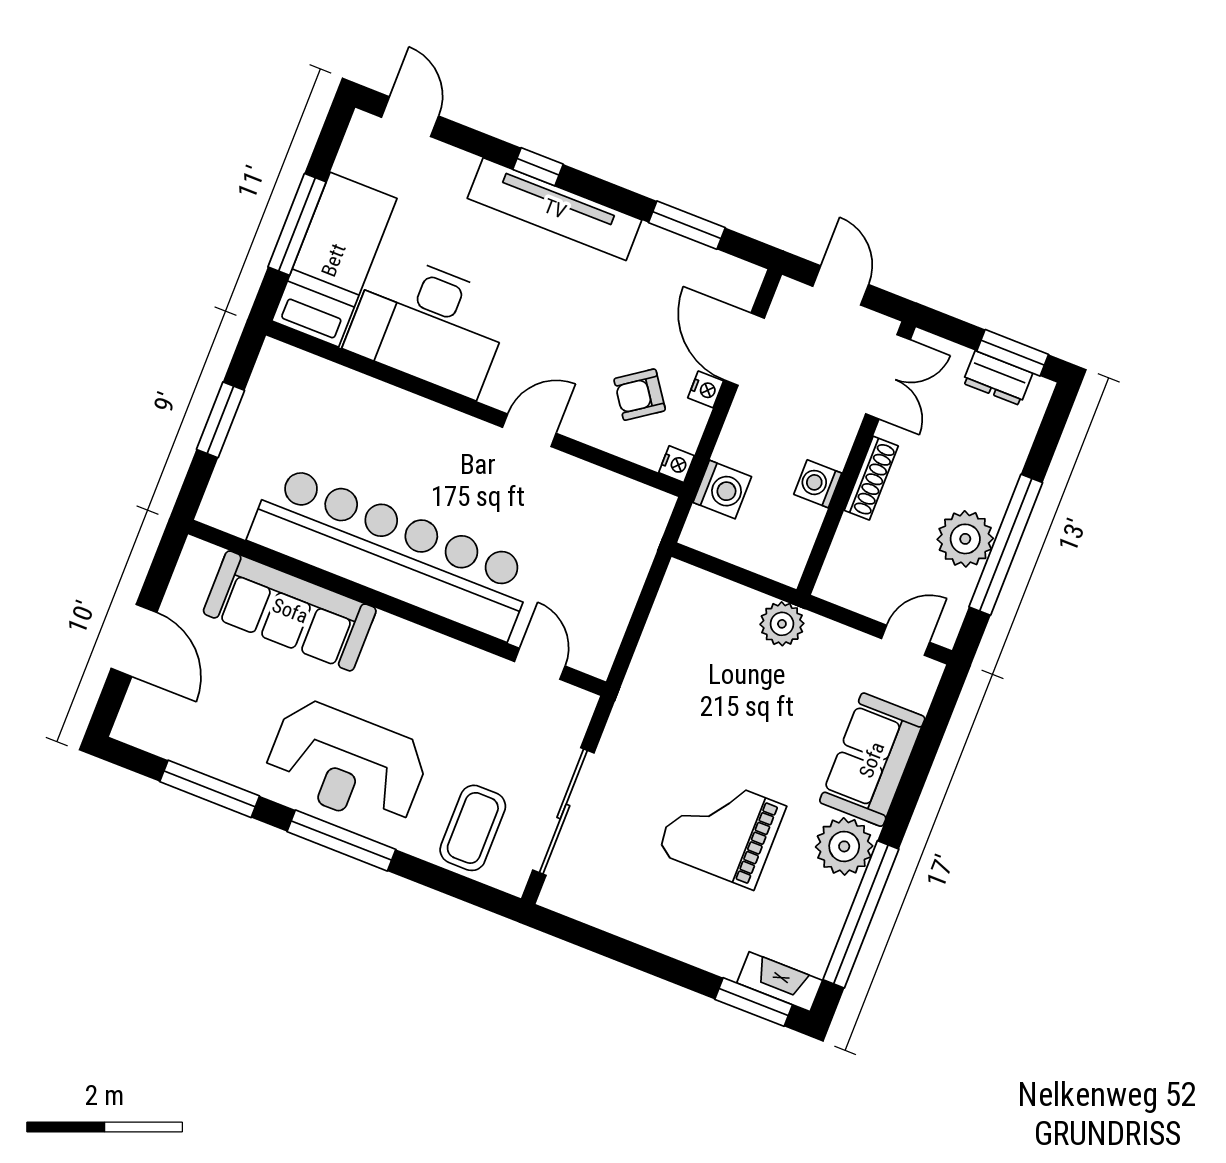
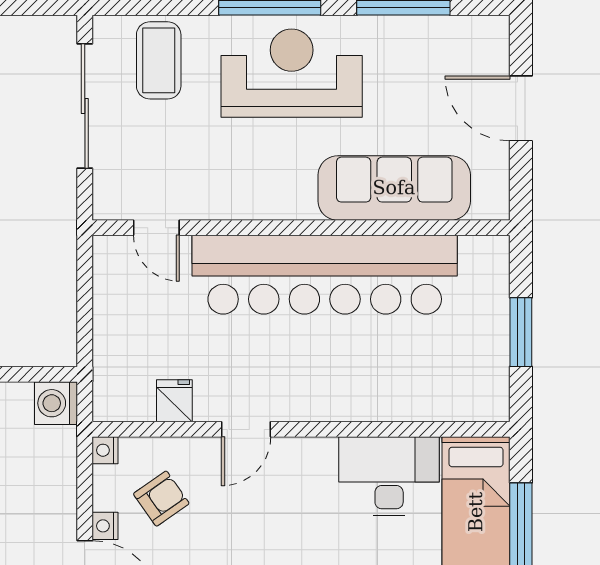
desk: (429, 324) -> (389, 476), width x0.73, depth x0.77
fridge: (589, 486) -> (174, 401), added
washing machine: (722, 490) -> (56, 403), moved

